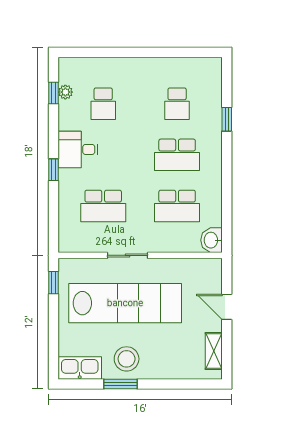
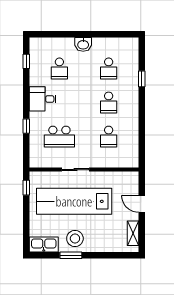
plant: (65, 92) -> (34, 61), removed
school desk: (177, 155) -> (109, 103), width x0.54
window: (53, 170) -> (26, 126), moved
school desk: (177, 206) -> (109, 137), width x0.54
washbasin: (211, 240) -> (83, 44), moved, turned -90
lab bench: (125, 303) -> (74, 201), turned 180

